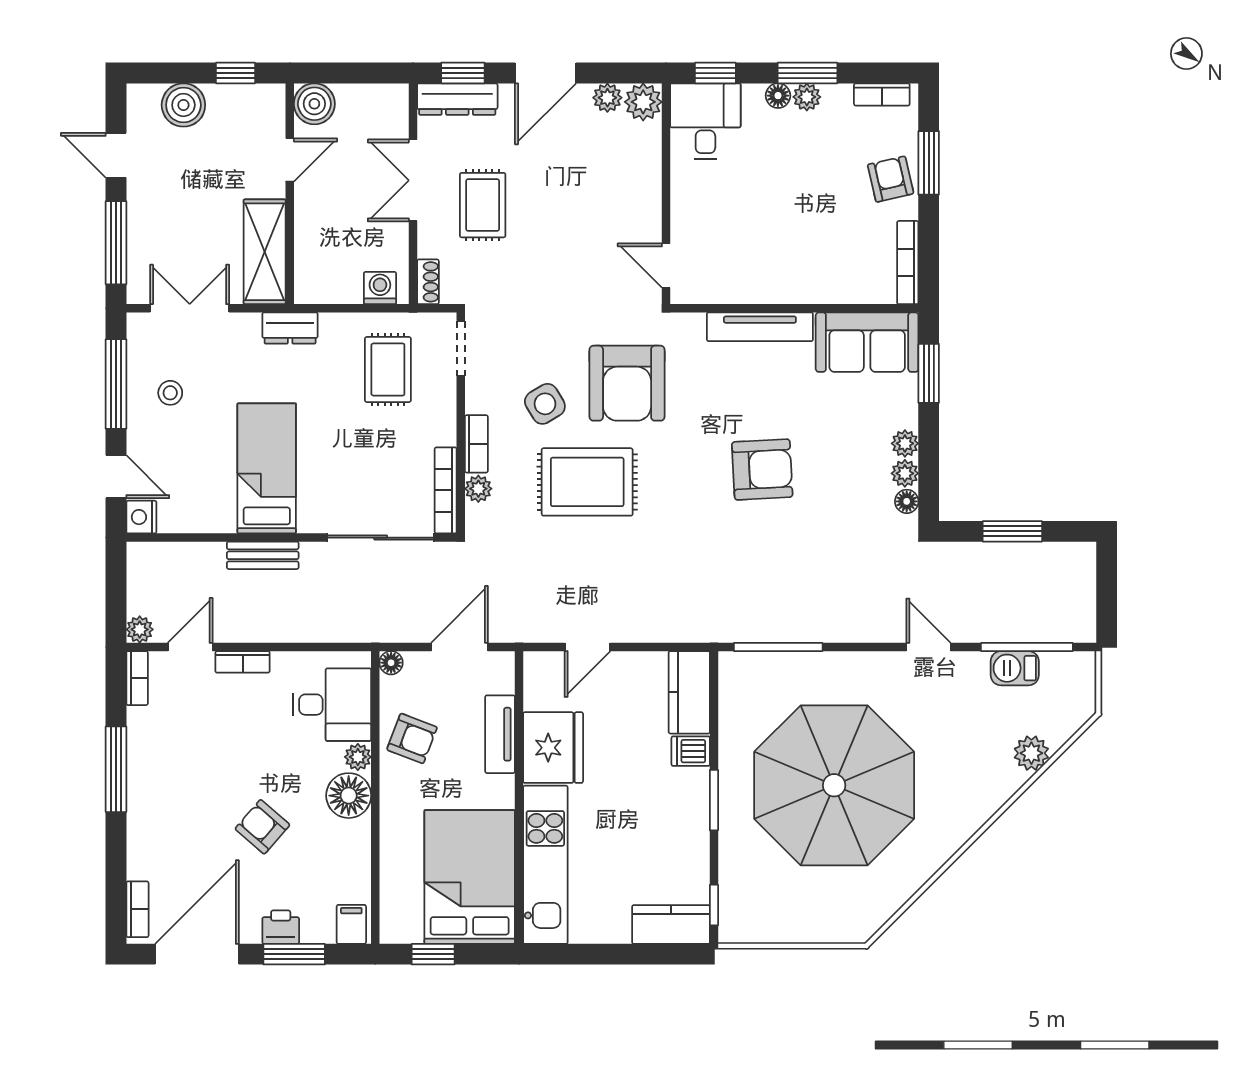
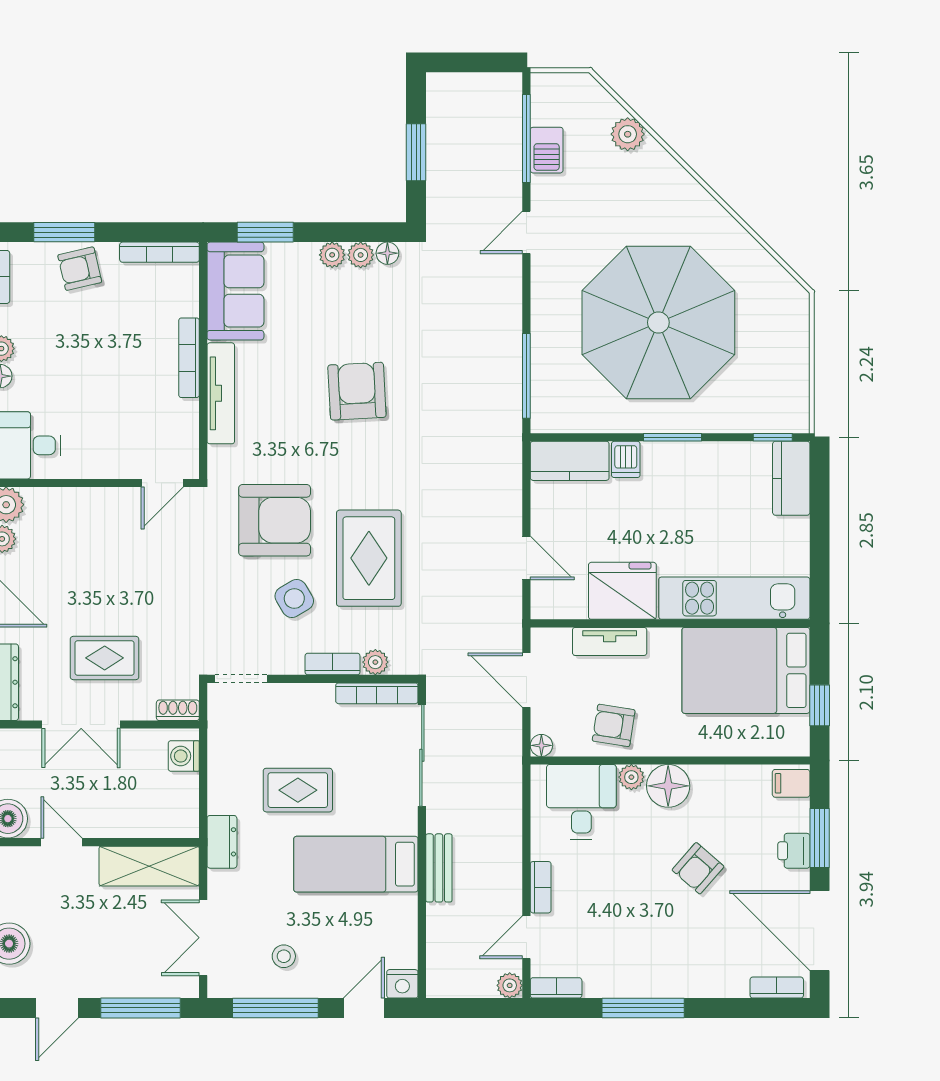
bookcase: (797, 294) -> (189, 358), added
rug: (388, 369) -> (298, 790), moved
door: (190, 647) -> (526, 937), hinge flipped
armchair: (412, 738) -> (614, 725), turned -102

